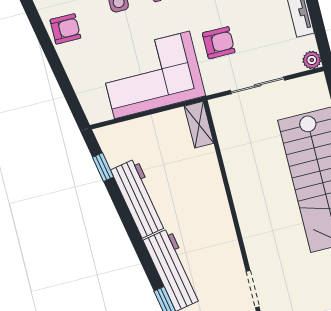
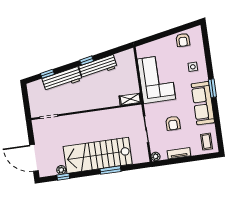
armchair: (219, 43) -> (173, 123), moved
window: (103, 167) -> (87, 61), moved

